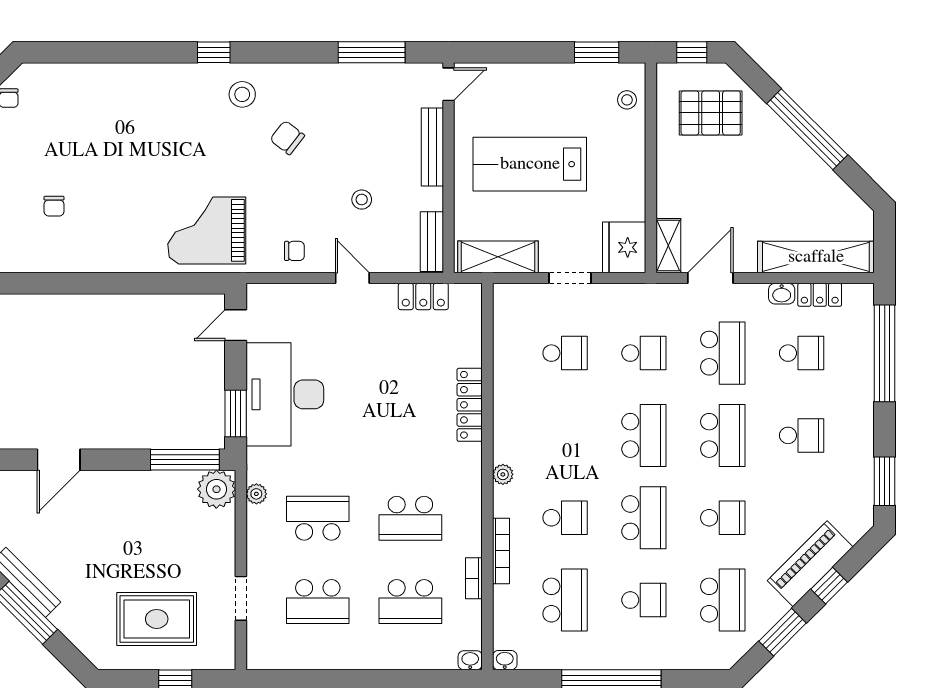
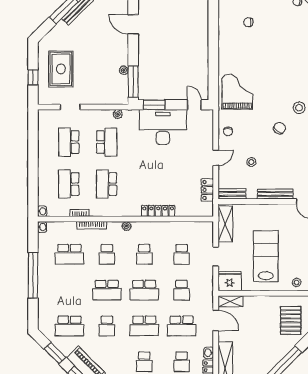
lab bench: (530, 164) -> (266, 256), moved
plant: (216, 489) -> (124, 70), moved, width x0.53, depth x0.53
school desk: (644, 600) -> (144, 254), moved

